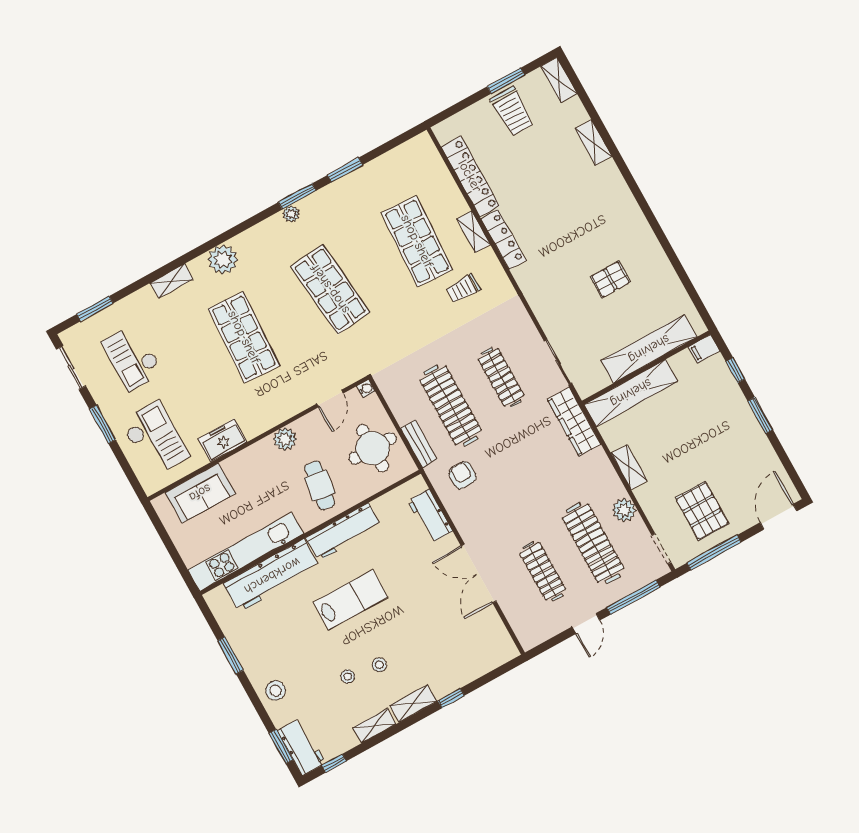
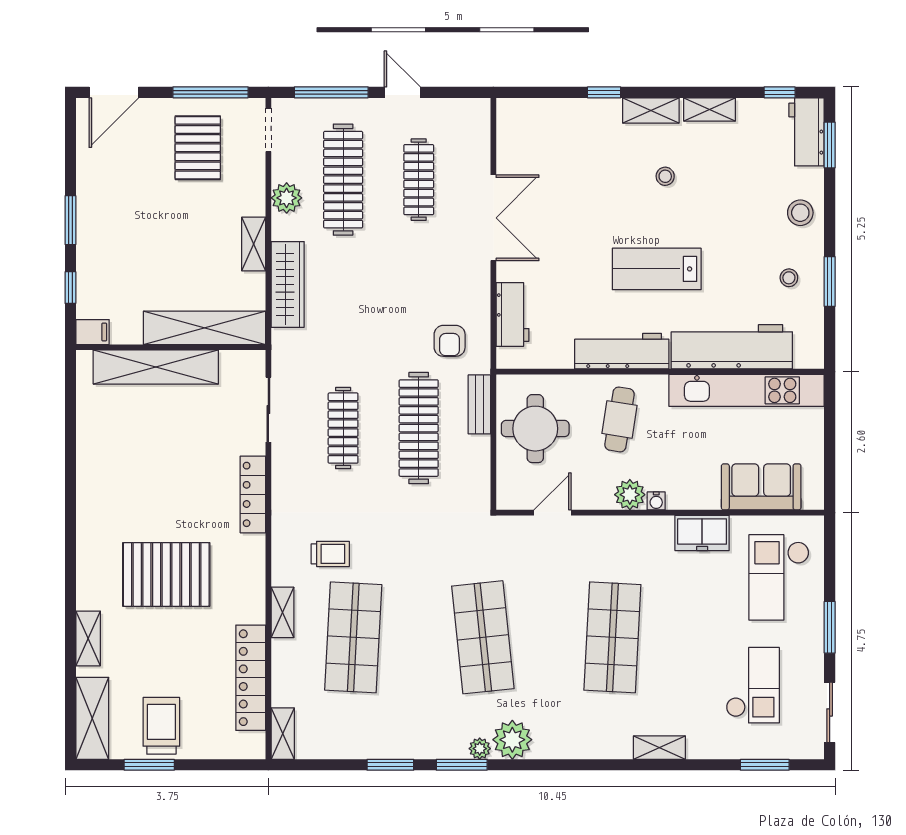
shelving: (559, 80) -> (92, 718), width x1.50, depth x1.33
shelving: (428, 151) -> (283, 734), added
locker: (503, 240) -> (253, 494), moved
plant: (223, 259) -> (512, 740), moved
pallet: (610, 279) -> (166, 574), moved, width x2.05, depth x2.00
water cooler: (366, 389) -> (656, 501), moved, turned -90
wardrobe: (574, 422) -> (288, 284), moved
door: (586, 624) -> (402, 92), hinge flipped
stool: (348, 676) -> (789, 278), moved

